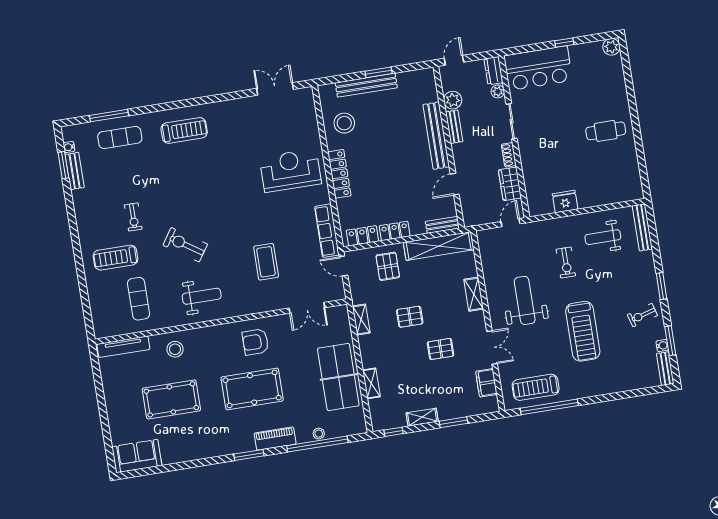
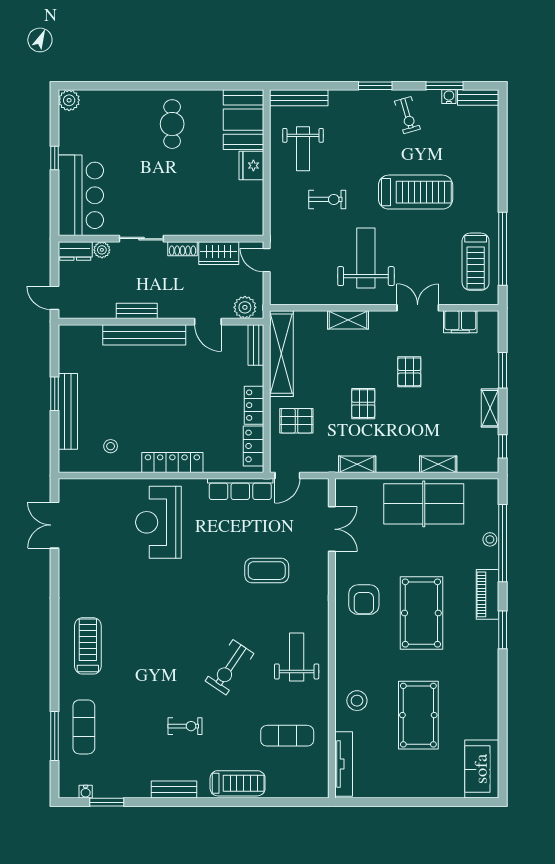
plant: (453, 100) -> (245, 307), moved
stool: (344, 123) -> (111, 446), width x0.53, depth x0.53
bench: (75, 171) -> (174, 790), moved
booth: (618, 187) -> (244, 120), added
fridge: (565, 202) -> (251, 166), moved
treadmill: (115, 258) -> (238, 783), moved, turned -90
weight bench: (525, 300) -> (366, 258), turned 90

